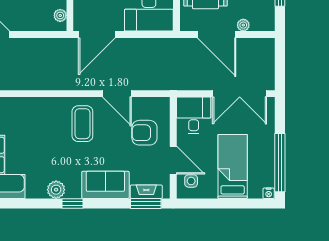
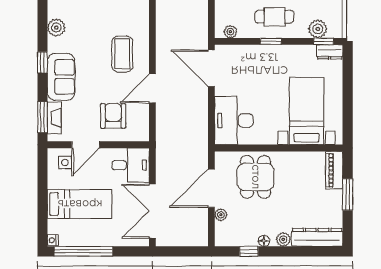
coffee table: (82, 124) -> (122, 54), turned 90
window: (72, 203) -> (42, 62), moved

